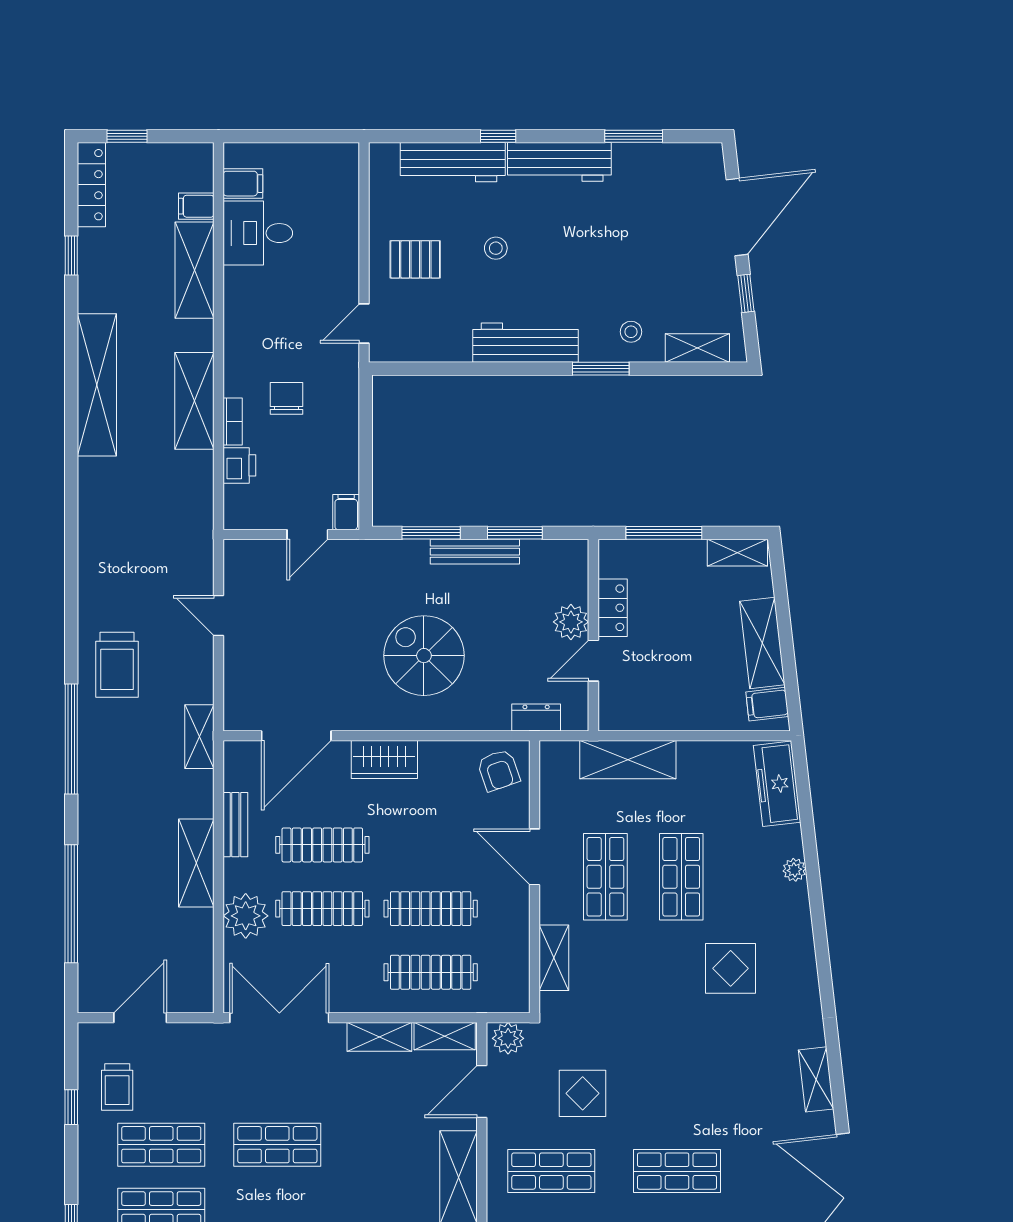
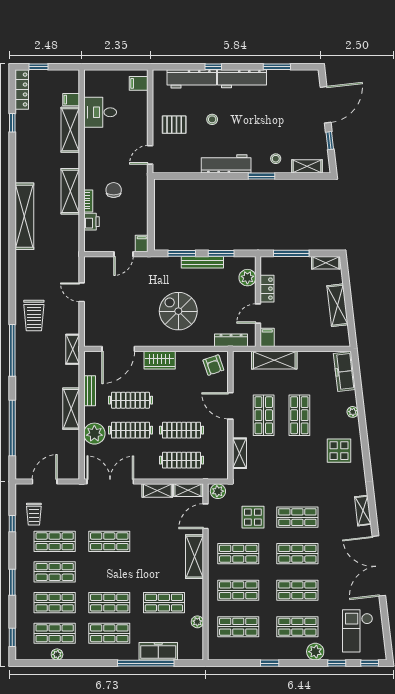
filing cabinet: (243, 184) -> (139, 83), moved, turned 180
shelving: (97, 385) -> (24, 216), moved
plant: (571, 622) -> (247, 278), moved
filing cabinet: (767, 704) -> (267, 337), moved, turned 97
dresser: (536, 718) -> (231, 340), width x1.44
display table: (731, 968) -> (339, 451), moved
shop shelf: (677, 1093) -> (297, 517), added

